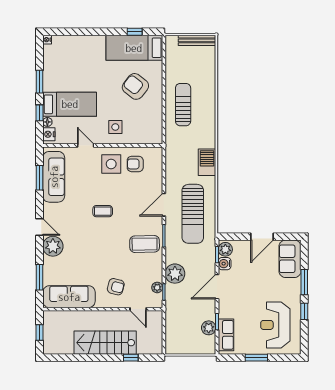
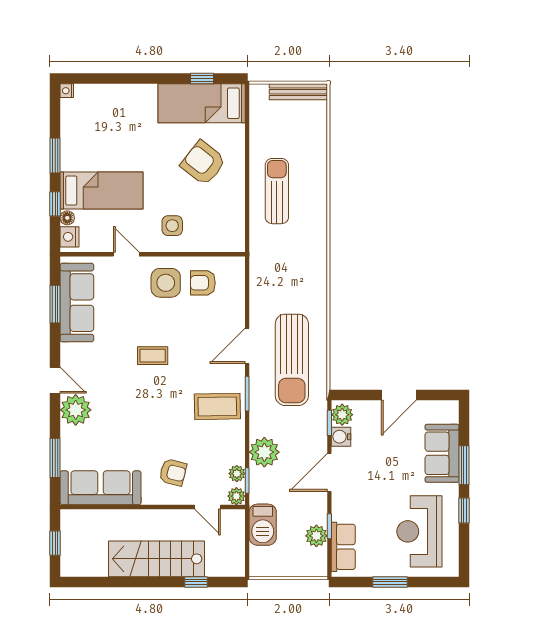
barbecue: (207, 162) -> (263, 525), moved, turned 180
sofa: (290, 259) -> (442, 453), moved
plant: (157, 302) -> (236, 496), added

